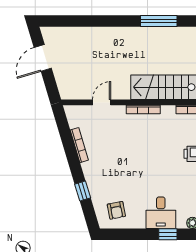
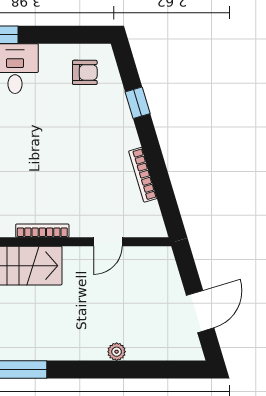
plant: (96, 32) -> (117, 352), added
armchair: (116, 210) -> (85, 72), turned 101

